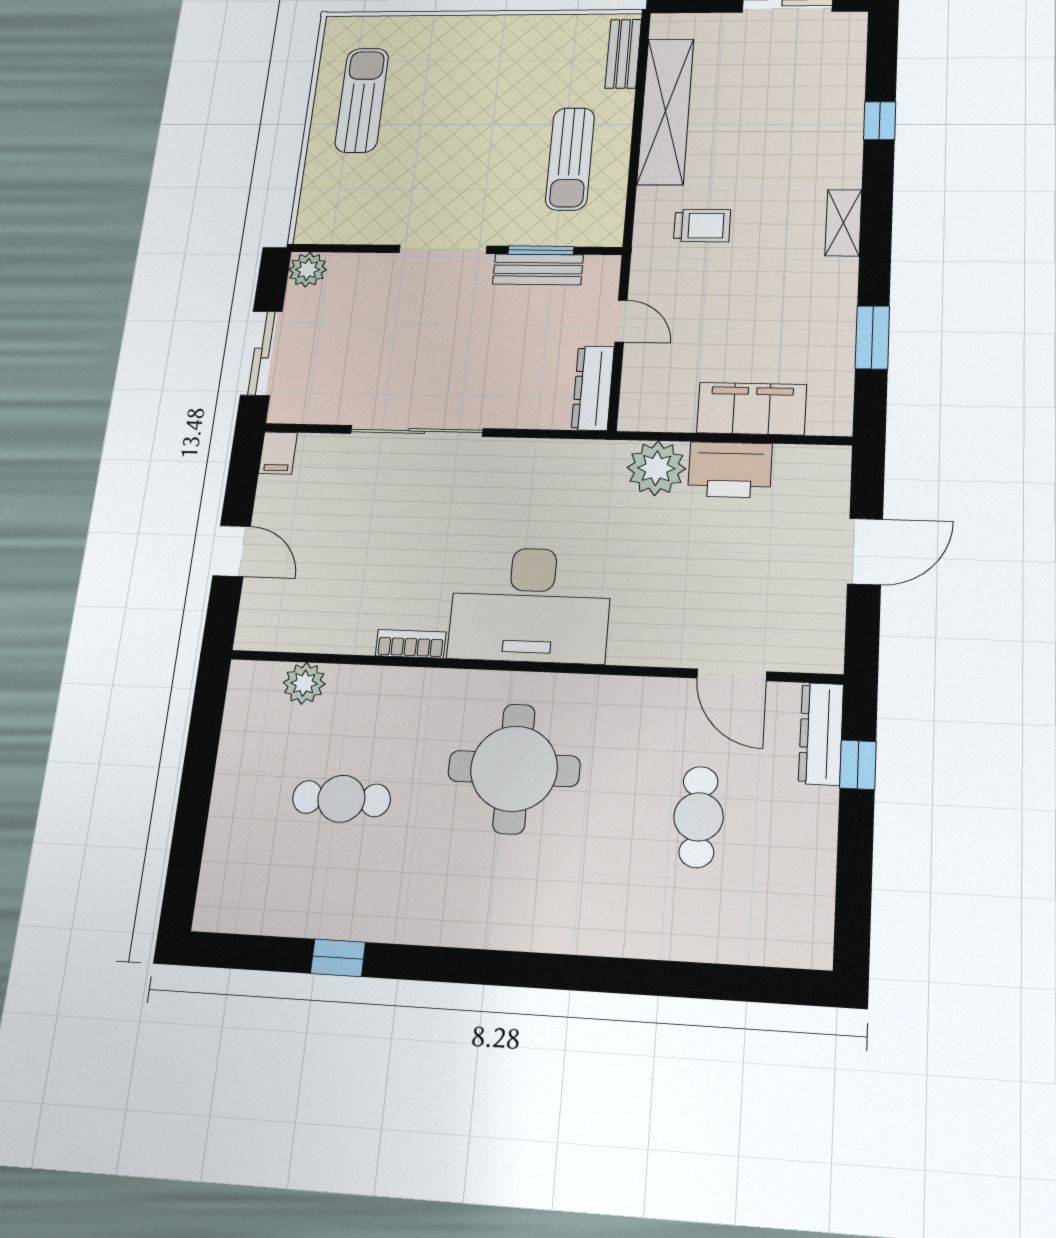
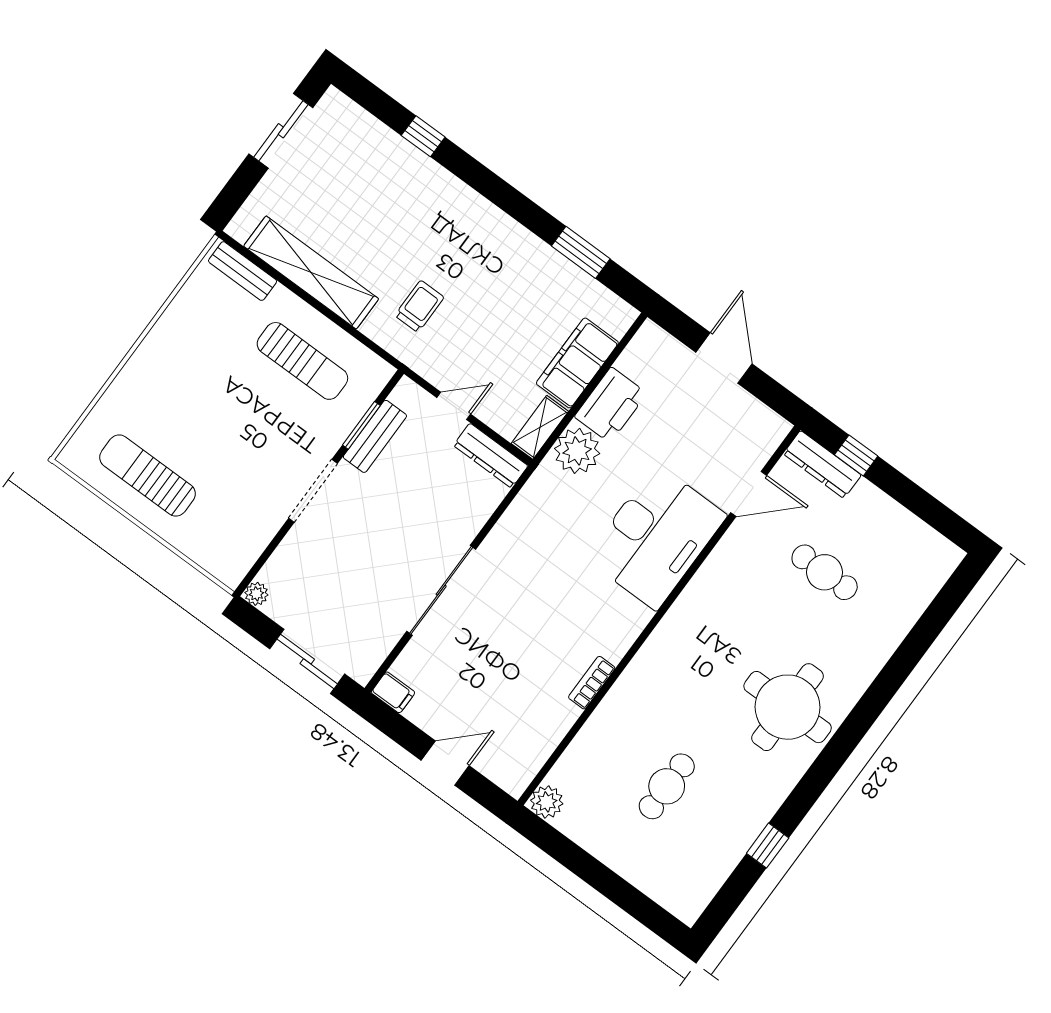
shelving: (843, 223) -> (540, 427), moved, turned 90
plant: (308, 270) -> (256, 594), width x0.73, depth x0.73
desk: (530, 605) -> (656, 537), moved
plant: (304, 683) -> (547, 802), moved
round table: (514, 769) -> (788, 707), moved

